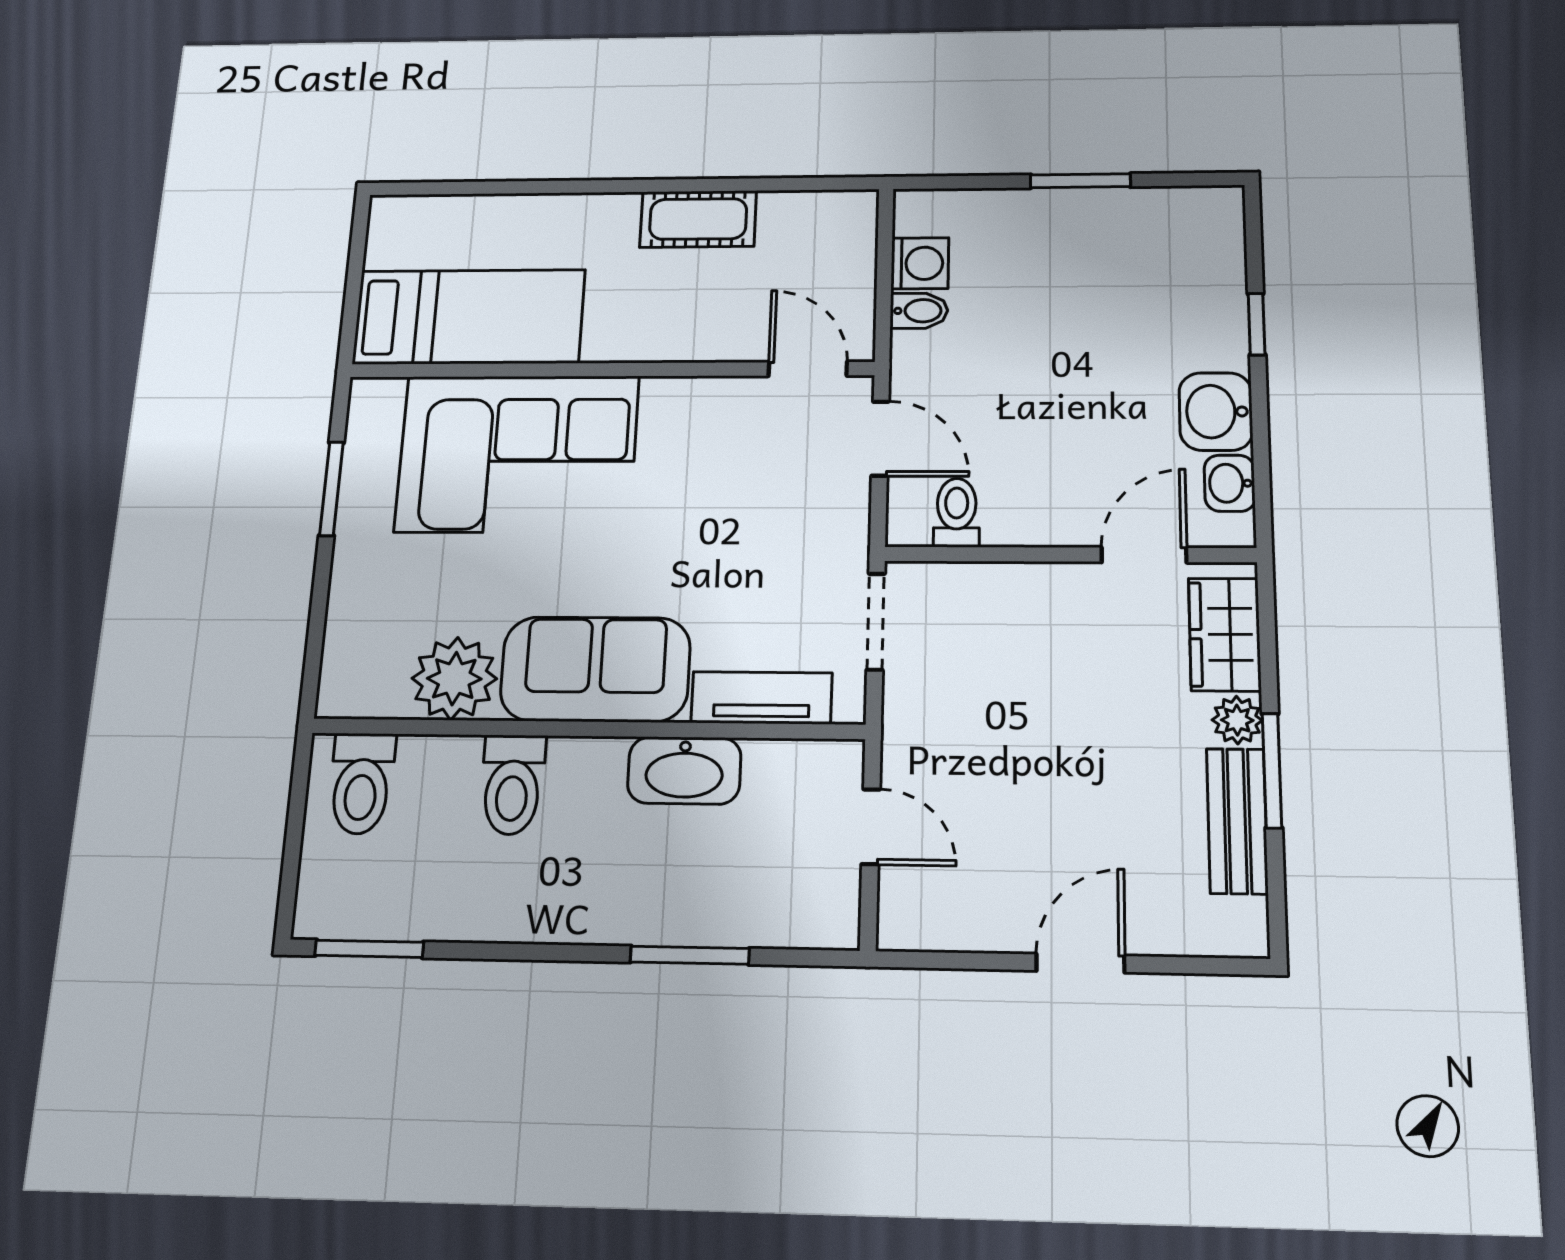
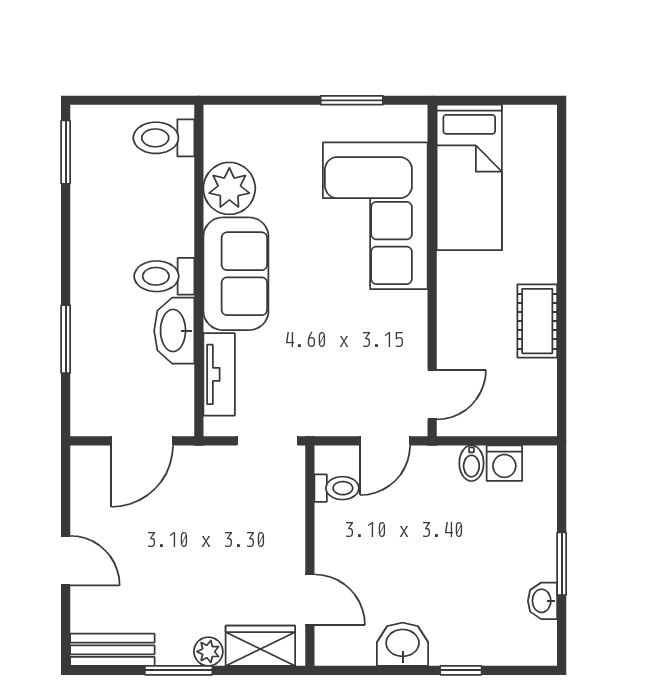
washbasin: (1230, 483) -> (542, 601), moved, turned -90
toilet: (512, 785) -> (164, 276), moved
bench: (1237, 821) -> (112, 650), moved
door: (871, 827) -> (142, 441), width x1.37

